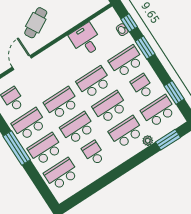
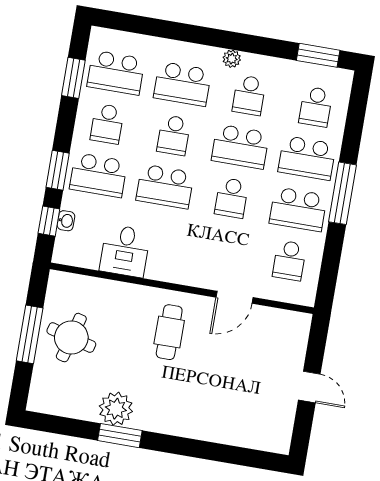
cafe table: (36, 23) -> (169, 332), turned -61
school desk: (61, 103) -> (232, 198), width x0.54
school desk: (110, 107) -> (174, 135), width x0.54
window: (168, 140) -> (318, 55), moved
plant: (148, 141) -> (232, 59), moved
school desk: (61, 174) -> (316, 107), width x0.54

